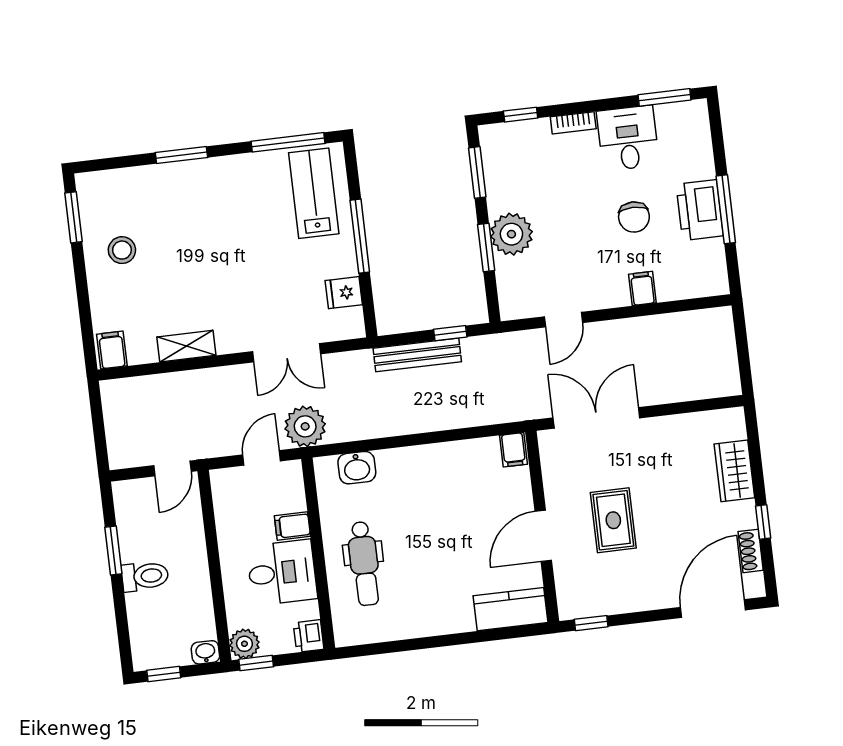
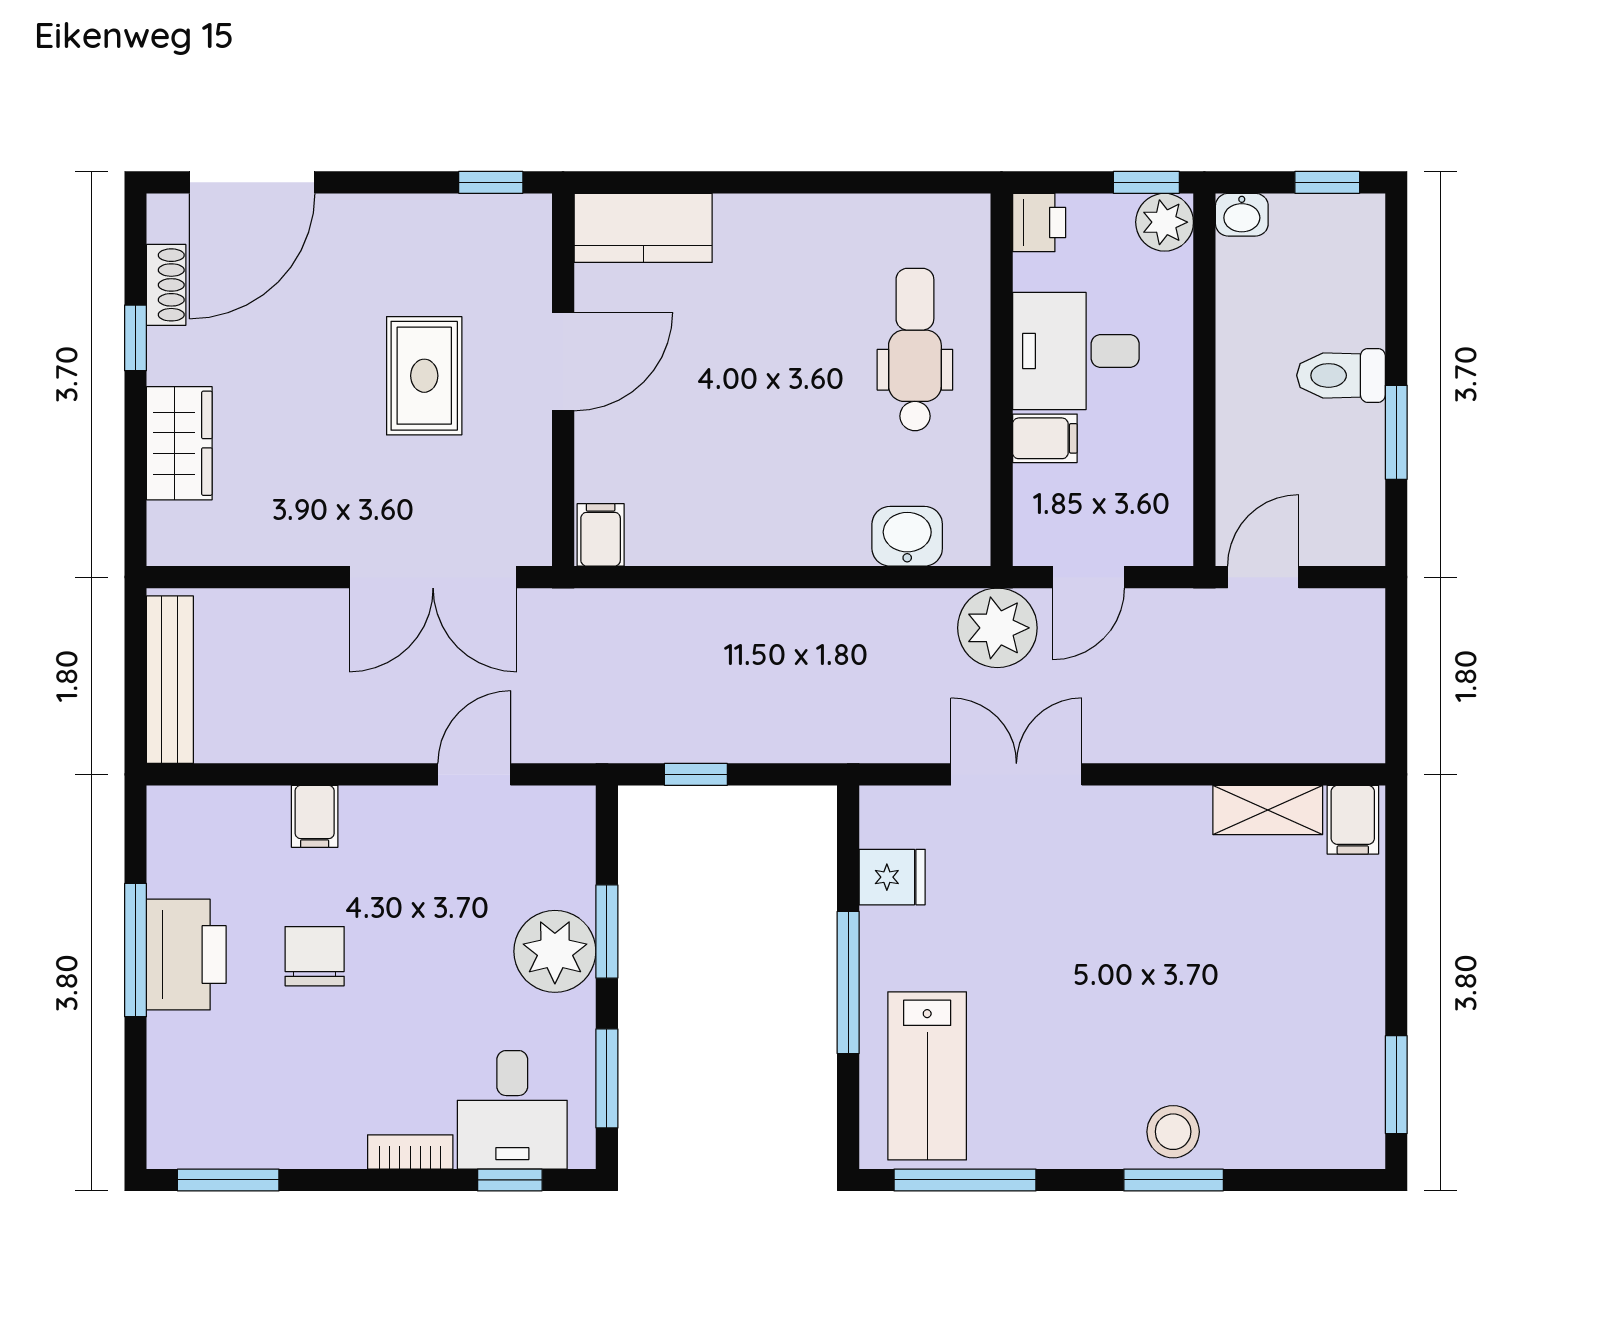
desk: (628, 138) -> (512, 1110), moved
stool: (122, 250) -> (1173, 1132), moved
shelving: (186, 346) -> (1268, 810), moved
bench: (417, 355) -> (170, 680), moved, turned 90

